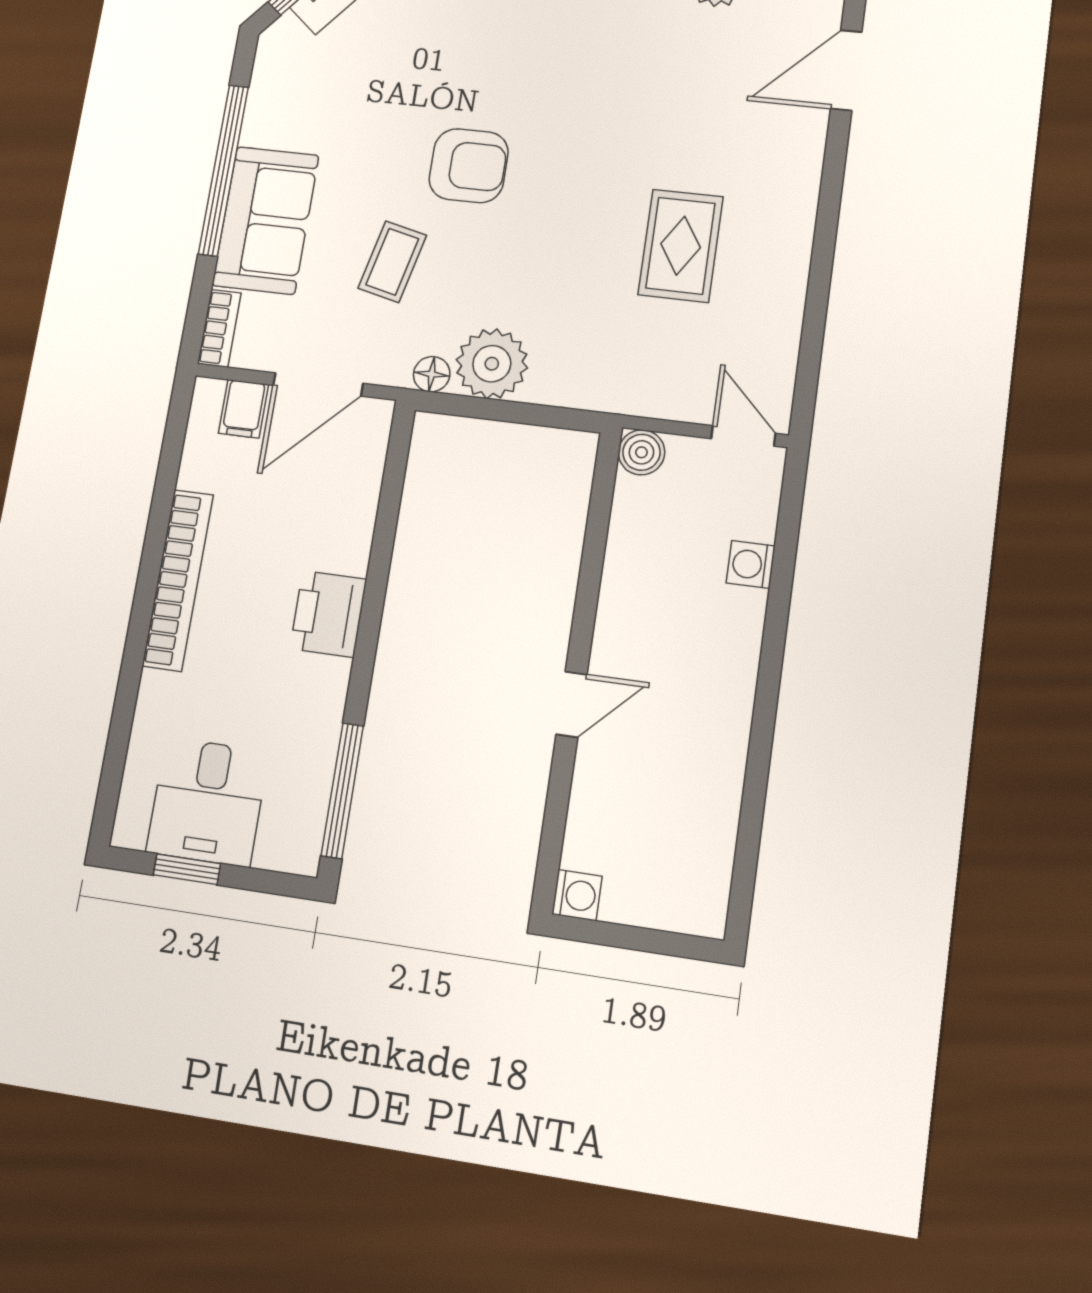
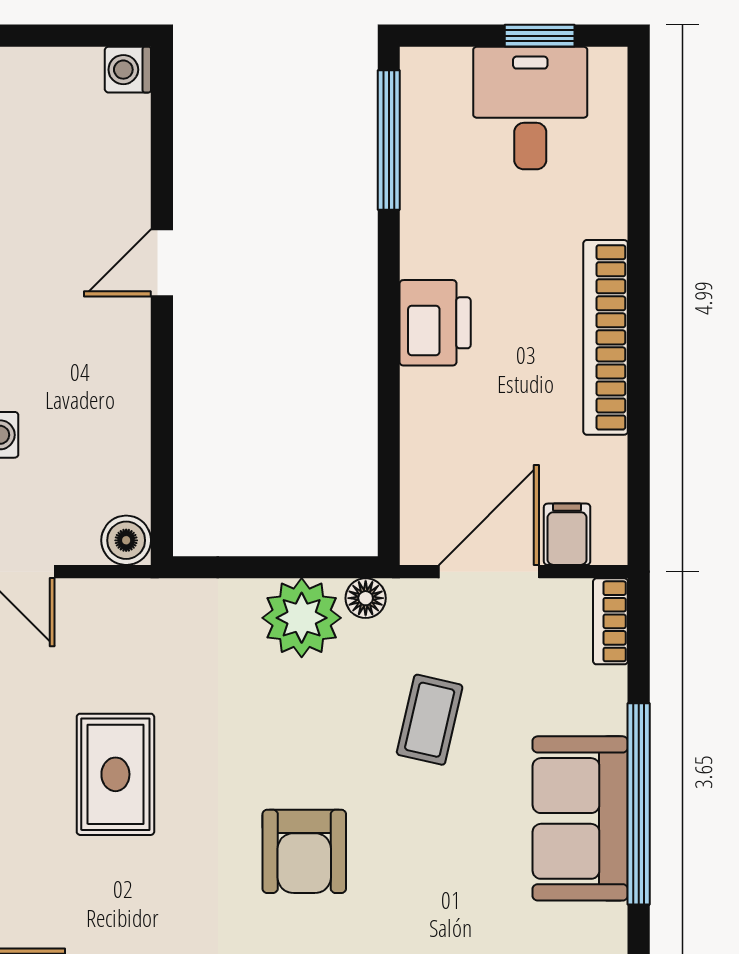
armchair: (469, 166) -> (304, 851), moved, turned -90
sofa: (266, 220) -> (580, 818), moved

